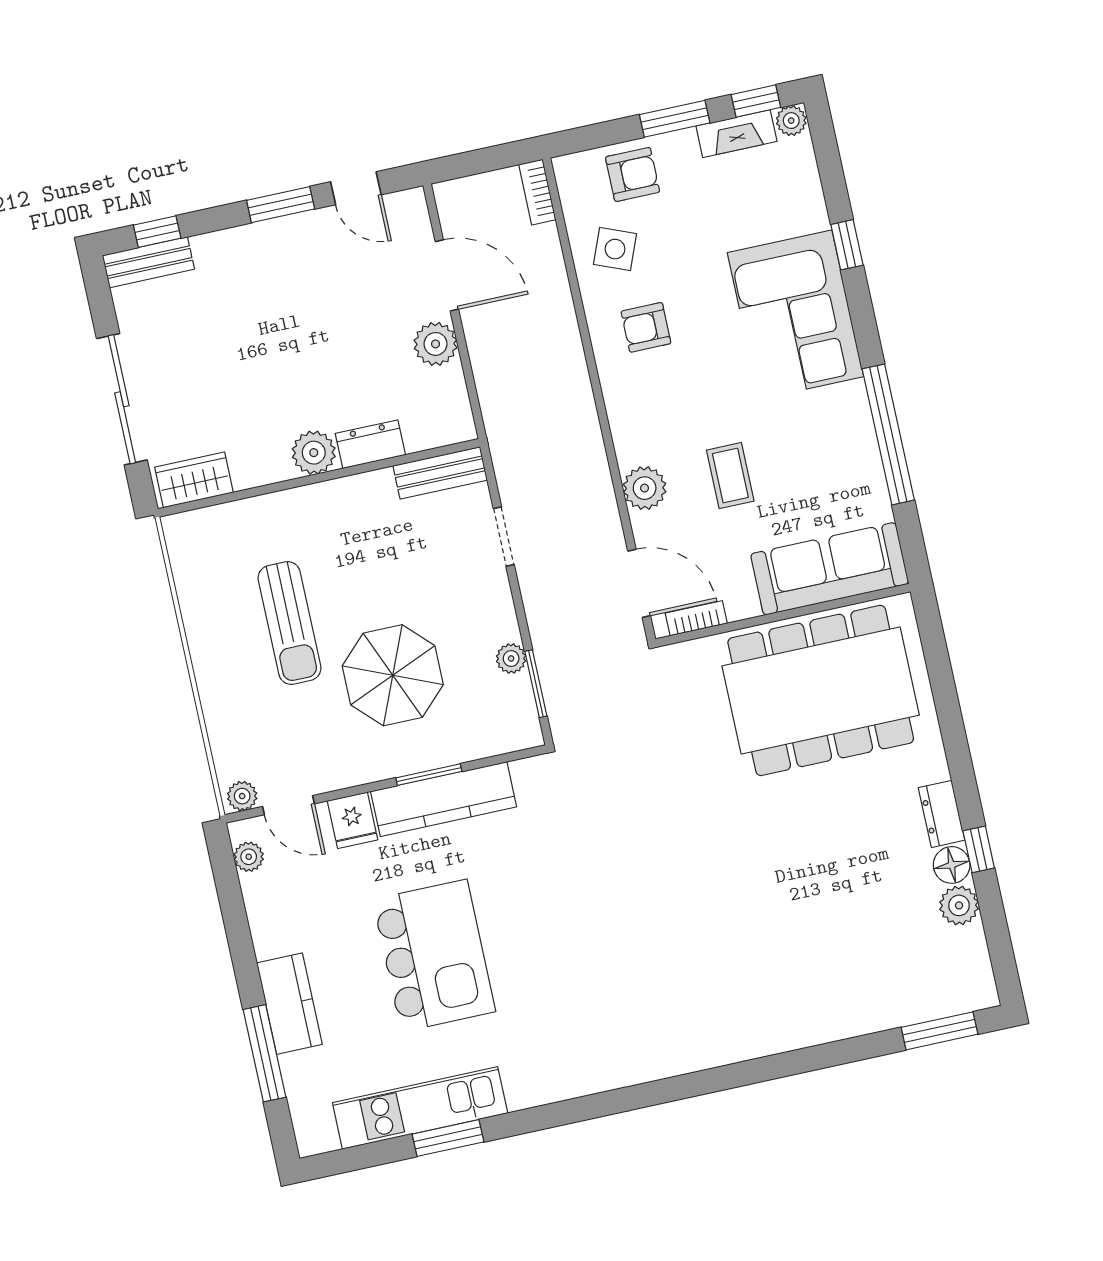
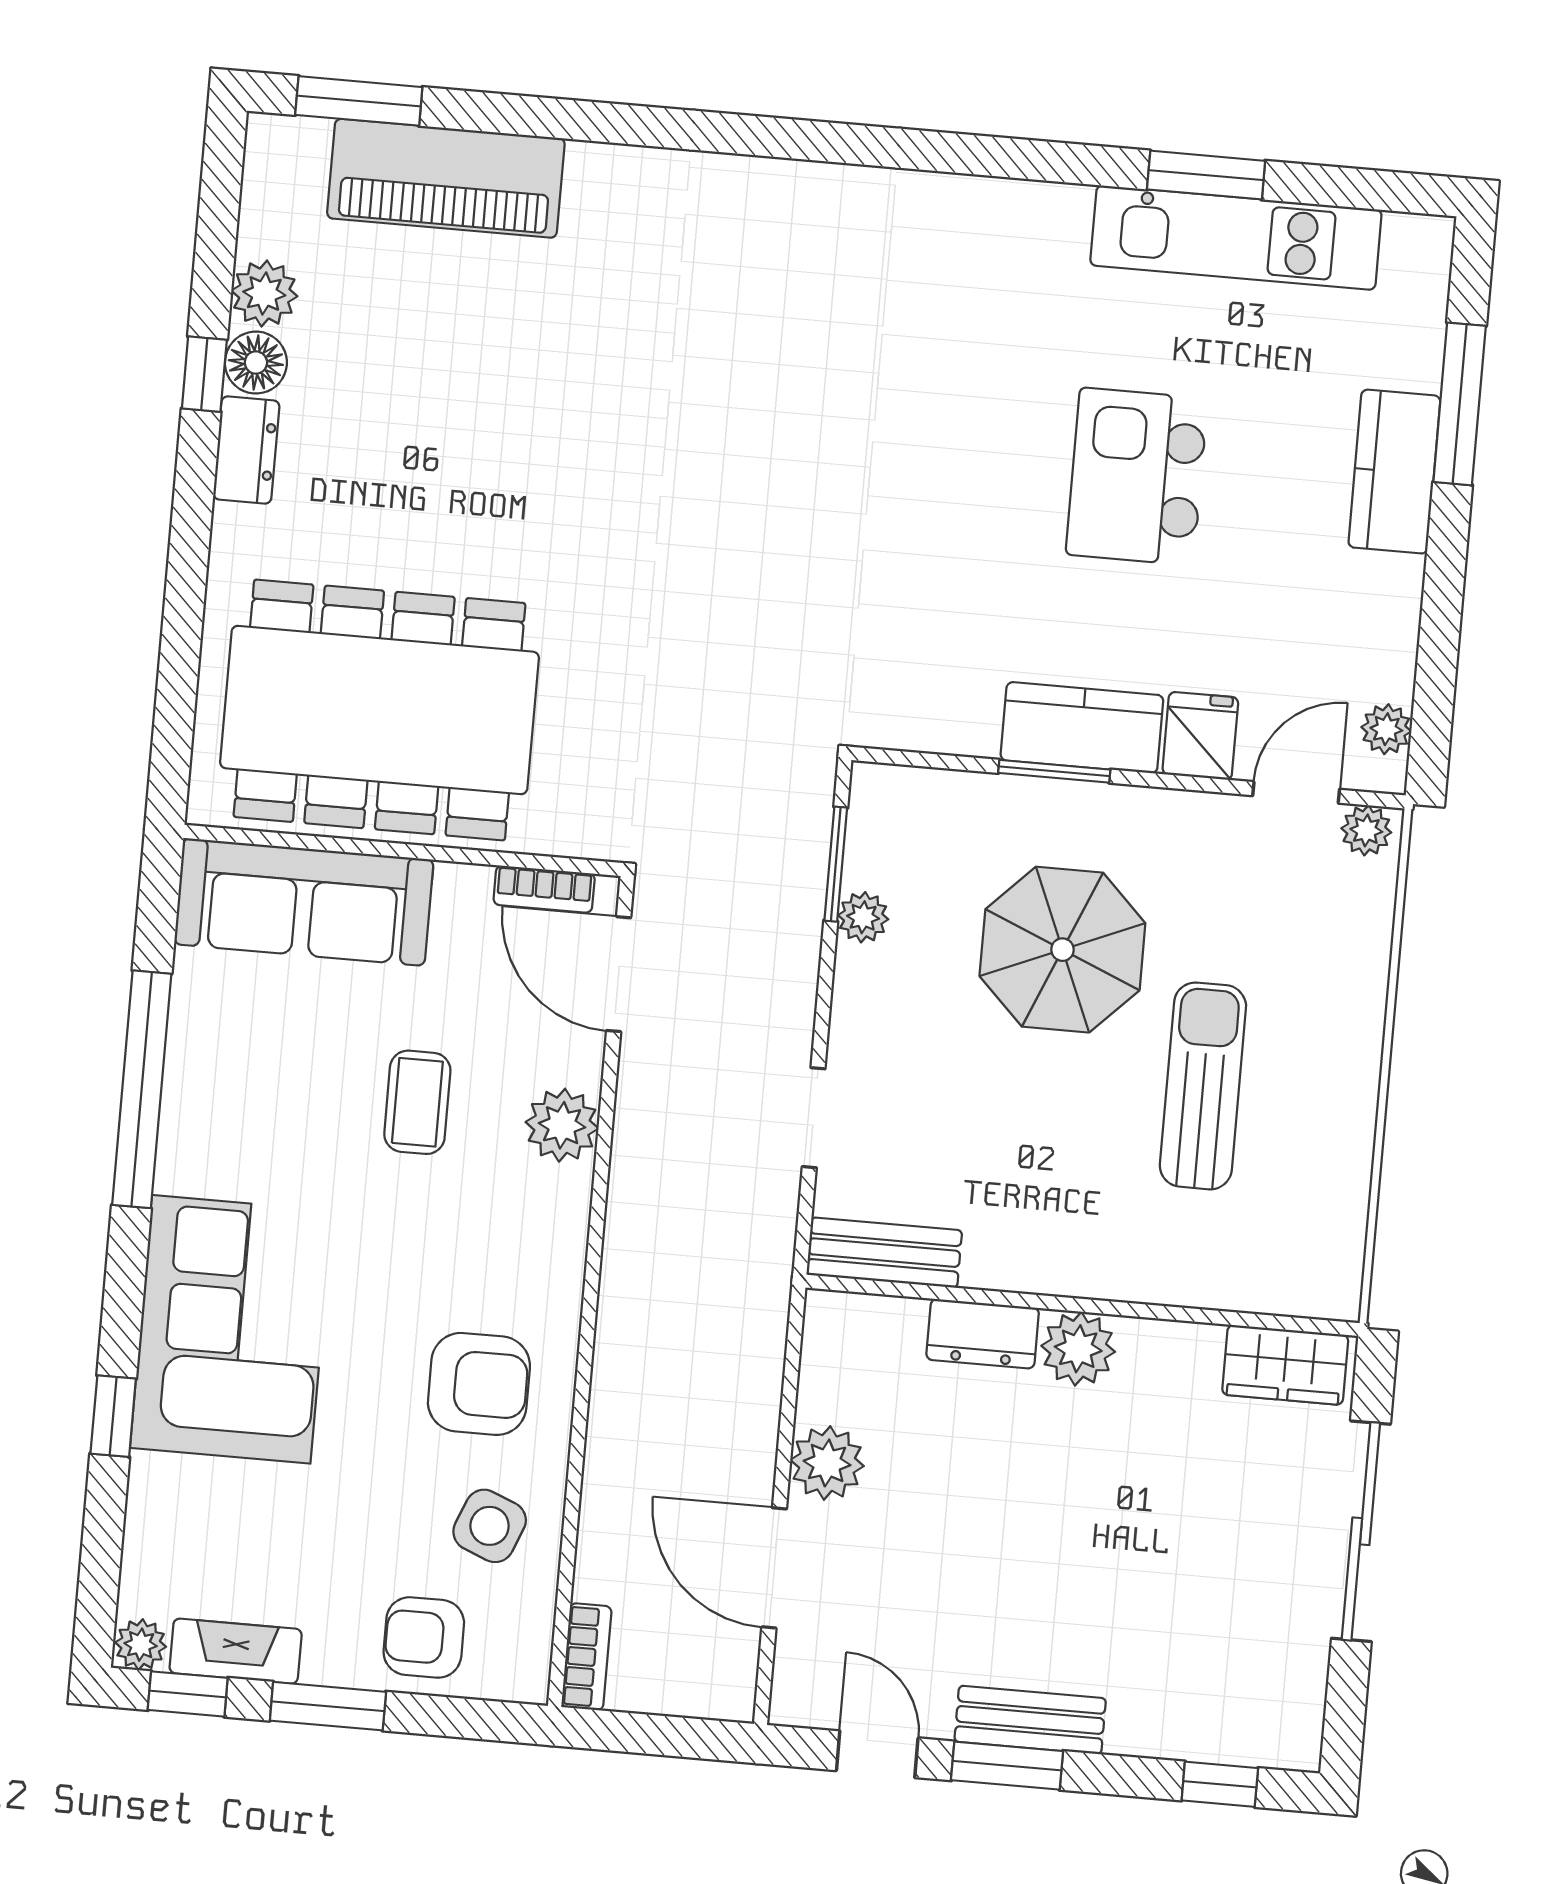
bench: (148, 262) -> (1030, 1720), moved
armchair: (646, 327) -> (479, 1384), width x1.38, depth x1.38
kitchen counter: (444, 799) -> (1082, 728), width x0.67
door: (288, 805) -> (1296, 792), hinge flipped
kitchen island: (434, 956) -> (1137, 476), width x0.73, depth x0.78
piano: (877, 1002) -> (446, 178), added

